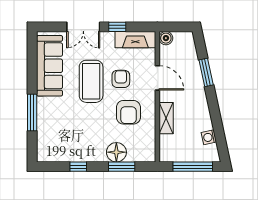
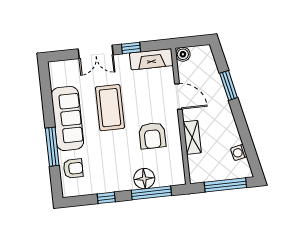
sofa: (50, 66) -> (67, 118), moved
armchair: (121, 79) -> (73, 168), moved, turned 90
window: (122, 167) -> (151, 193), width x1.44

